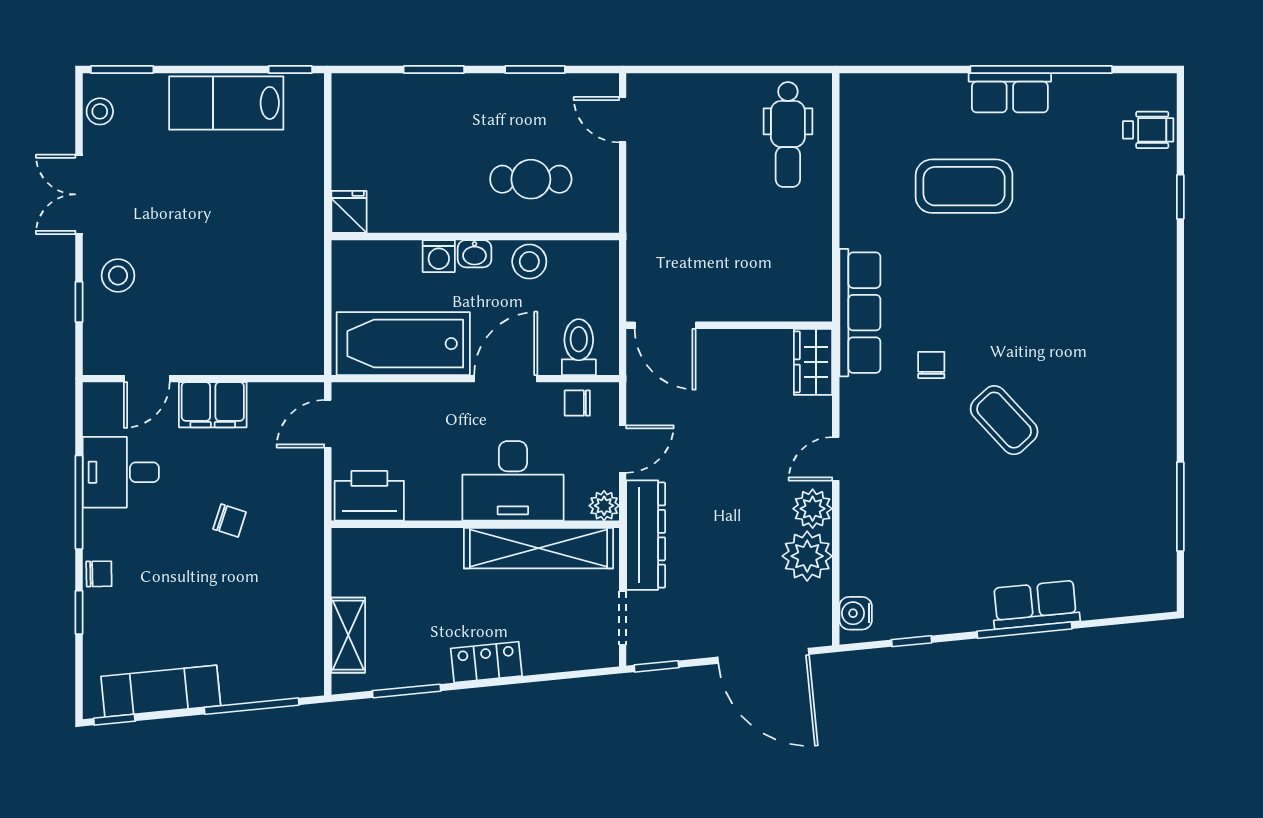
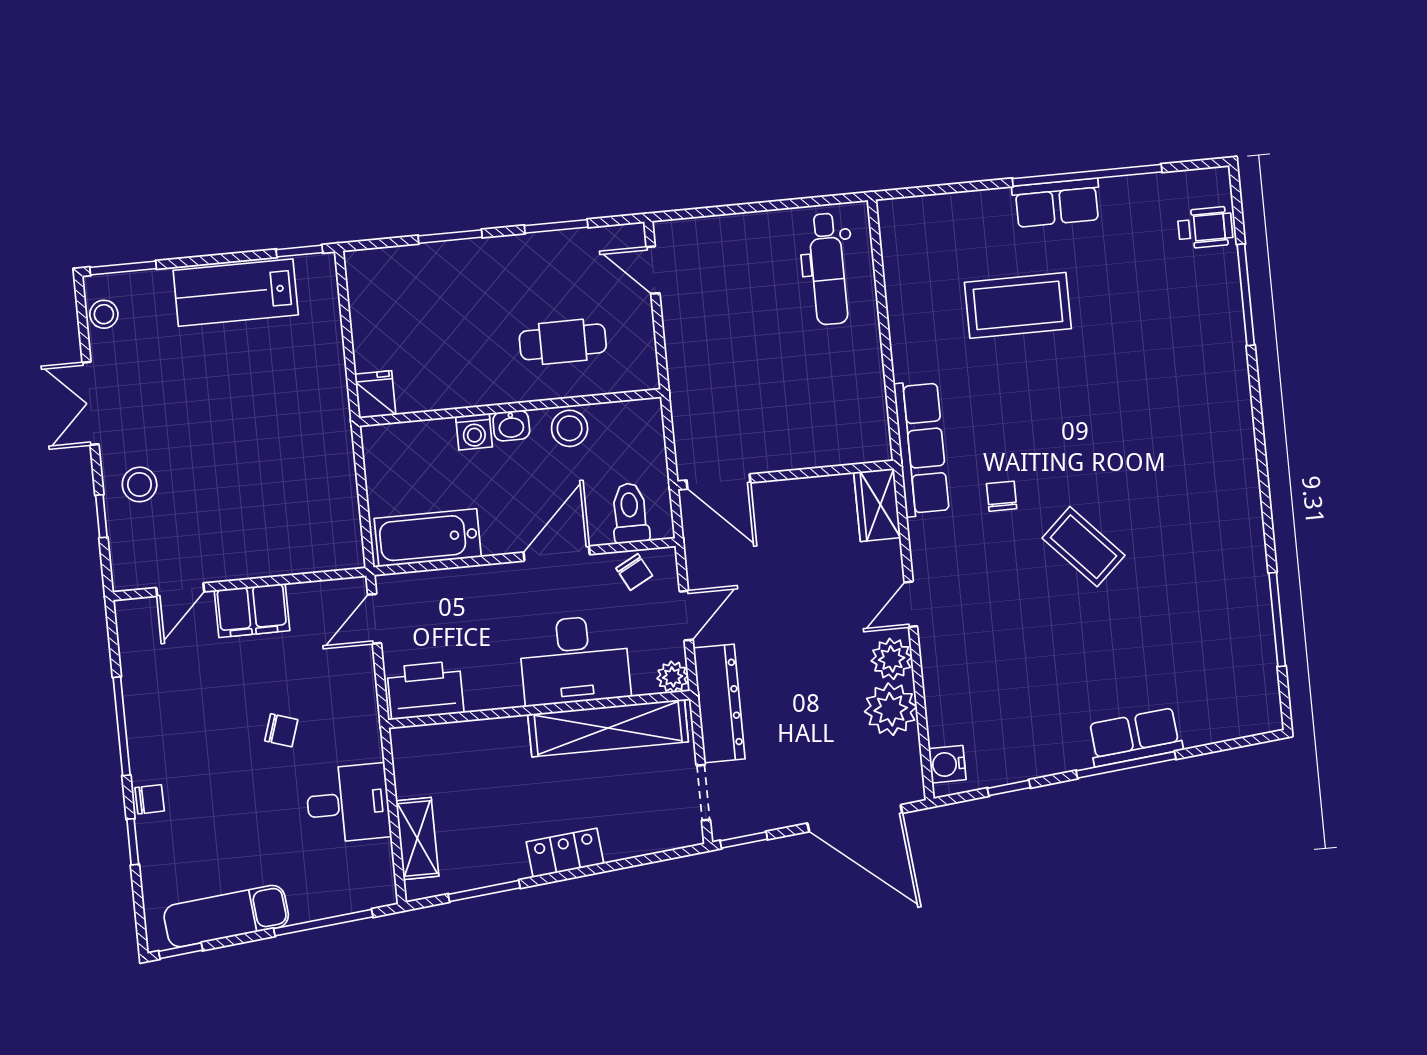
window: (1180, 197) -> (1246, 295), width x2.17
bathtub: (403, 344) -> (428, 538), width x0.73, depth x0.73
chair: (577, 403) -> (634, 572), turned -118
desk: (121, 472) -> (348, 803), moved, turned 180

